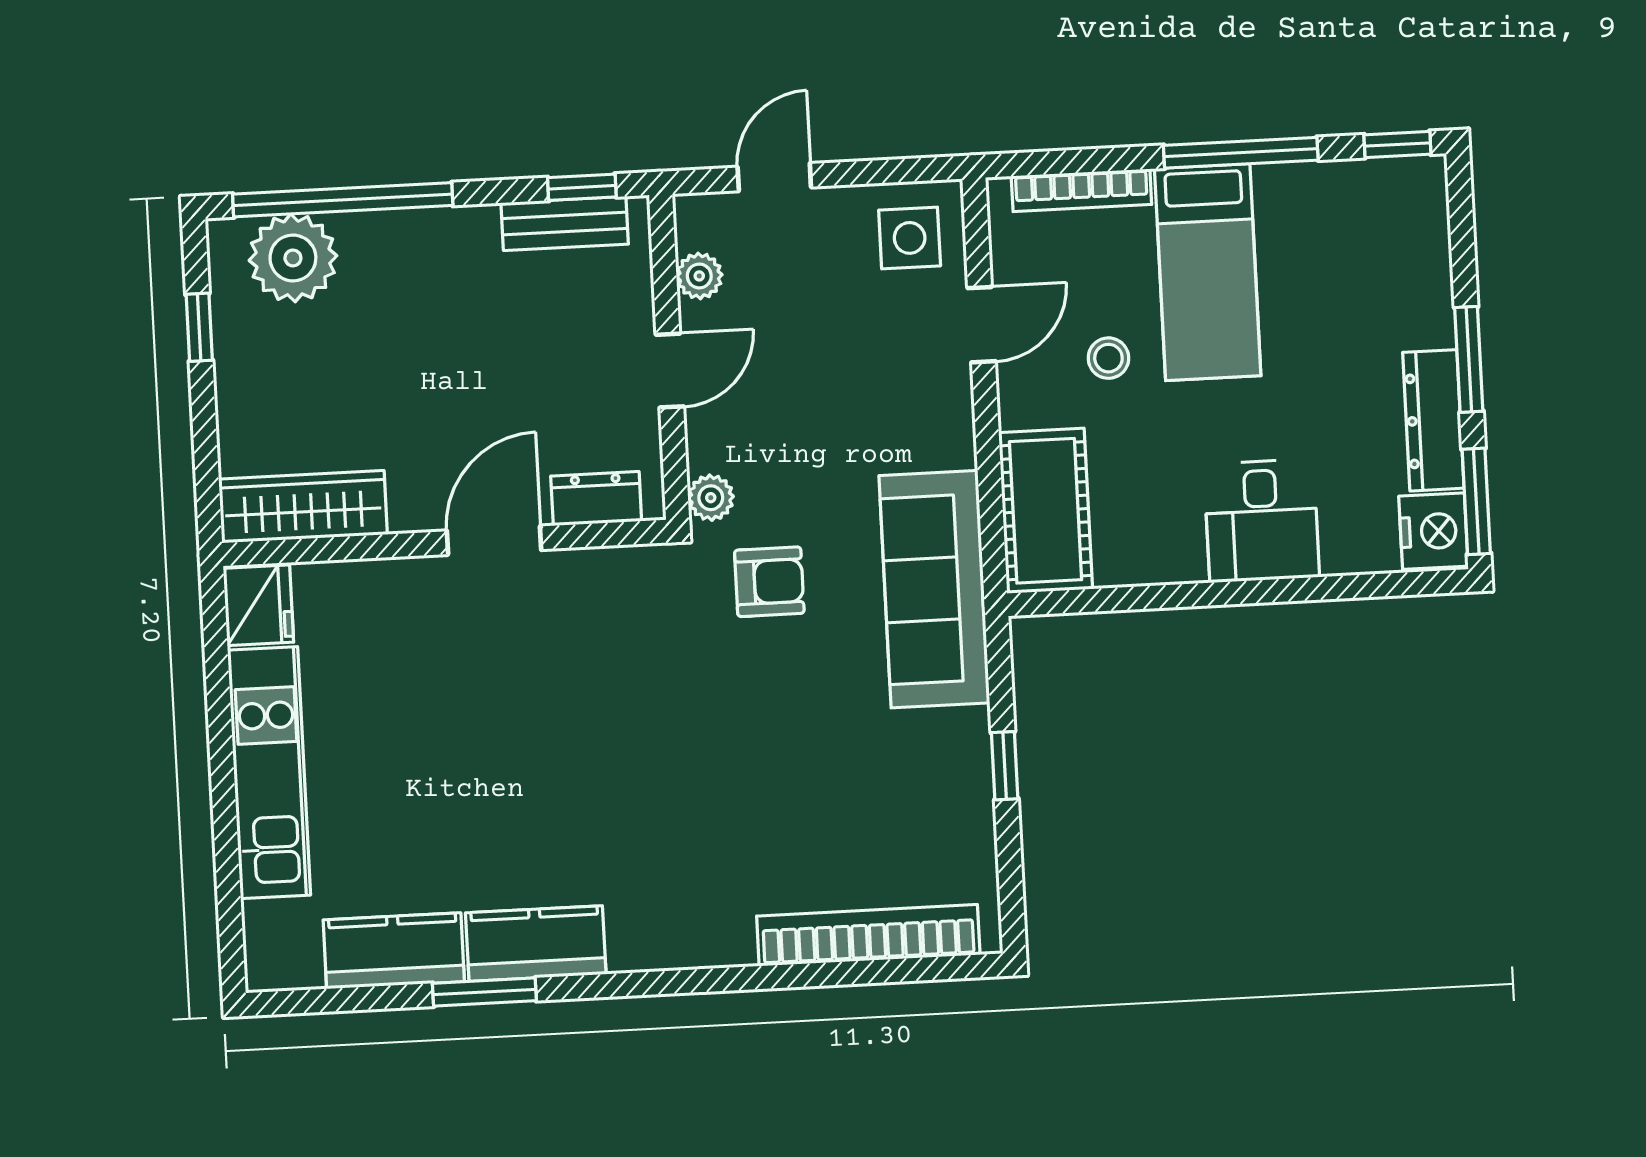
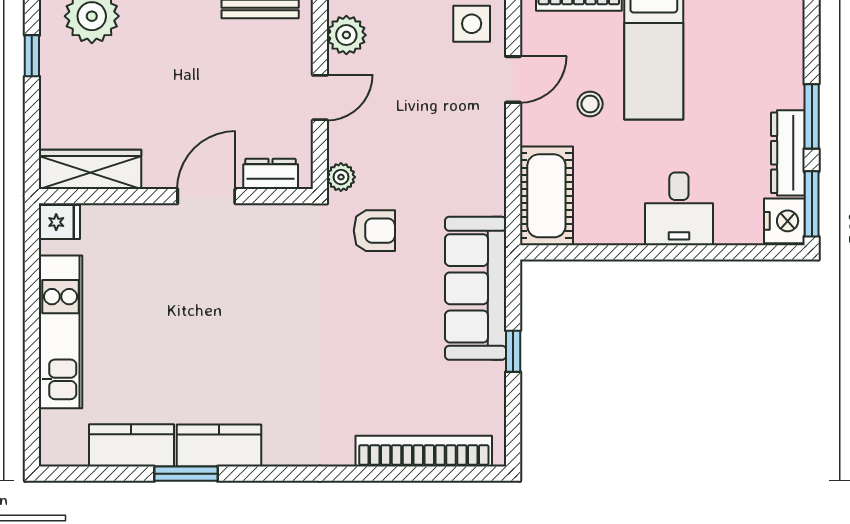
plant: (699, 276) -> (346, 35), width x1.38, depth x1.38
sofa: (934, 589) -> (476, 288), moved
fridge: (258, 605) -> (59, 222), width x0.72

